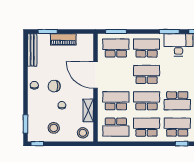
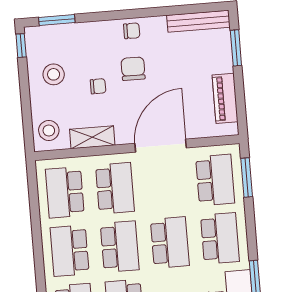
piano: (63, 39) -> (225, 98), moved
school desk: (147, 127) -> (70, 251), turned 180

